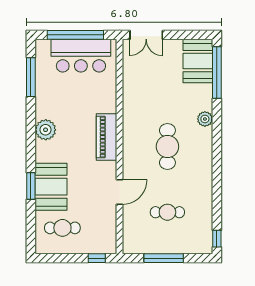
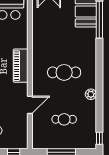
plant: (205, 119) -> (91, 94), moved
cafe table: (167, 147) -> (64, 72), turned 90

